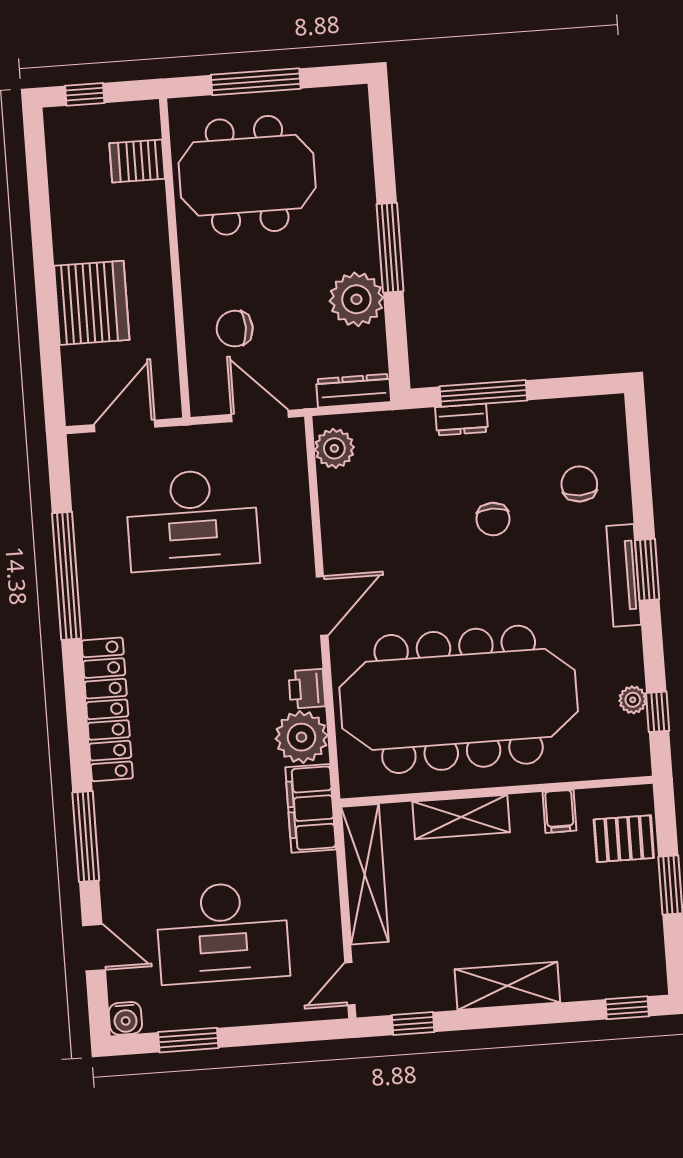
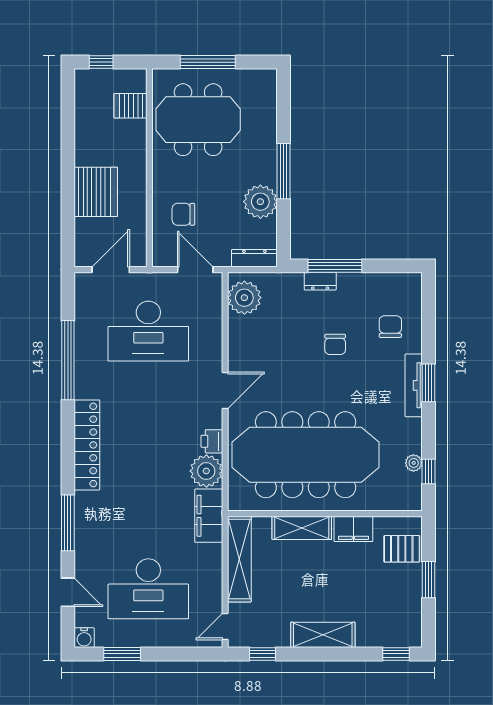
plant: (334, 448) -> (244, 298), width x1.36, depth x1.36
filing cabinet: (559, 811) -> (353, 529), width x2.00

